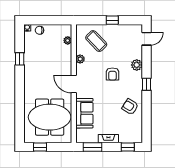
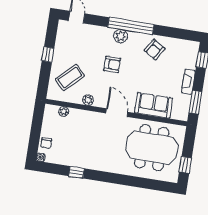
plant: (137, 65) -> (121, 36), moved
door: (74, 84) -> (117, 113), swing flipped
window: (146, 84) -> (131, 26), width x3.17
meeting table: (50, 117) -> (152, 148), turned 90

